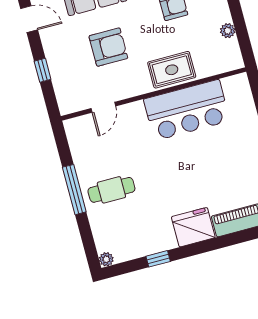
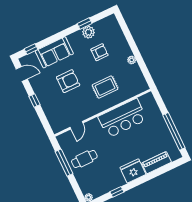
wall: (154, 94) -> (103, 113), moved
door: (103, 107) -> (77, 125), moved
bar counter: (187, 110) -> (122, 118), moved

